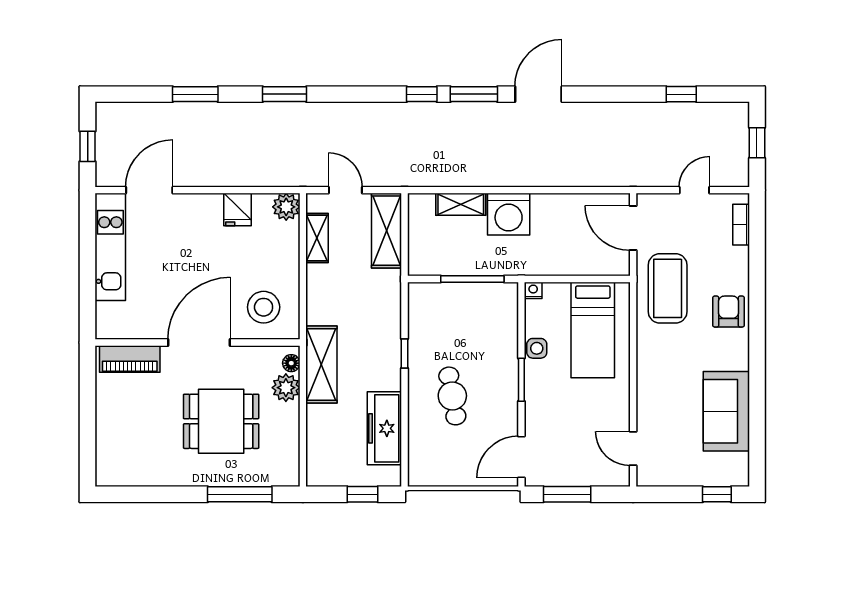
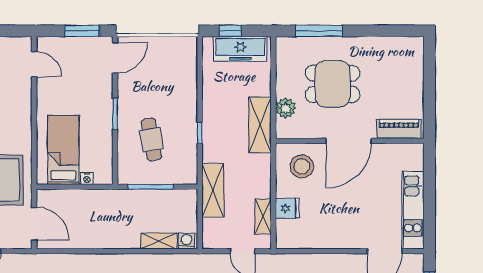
plant: (286, 207) -> (285, 239), removed
fridge: (237, 210) -> (287, 208), moved, turned 90
washing machine: (509, 214) -> (187, 241), moved, width x0.53, depth x0.53
shelving: (386, 231) -> (213, 190), moved
nightstand: (533, 290) -> (87, 179), moved
side table: (537, 348) -> (104, 137), removed
floor lamp: (291, 363) -> (282, 126), removed
cafe table: (452, 396) -> (151, 139), moved
freezer: (384, 428) -> (240, 49), moved, turned 90

